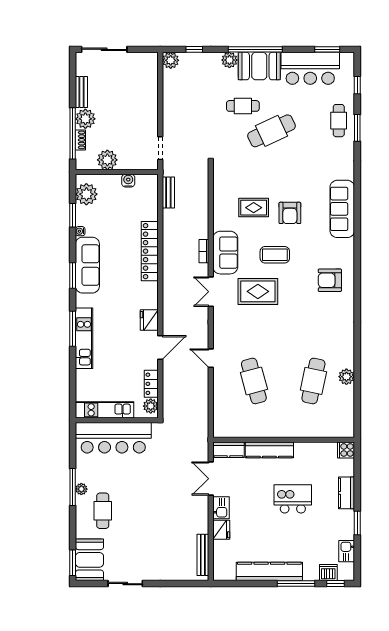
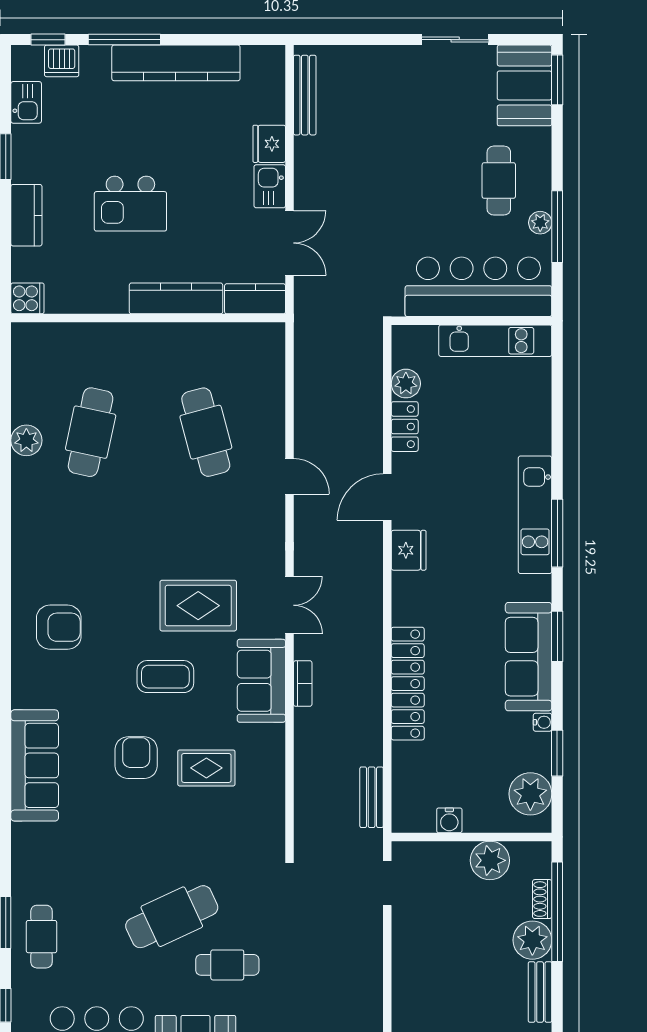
kitchen unit: (105, 410) -> (495, 341), moved
wall: (117, 420) -> (472, 321), moved
bar counter: (113, 438) -> (478, 287), moved

